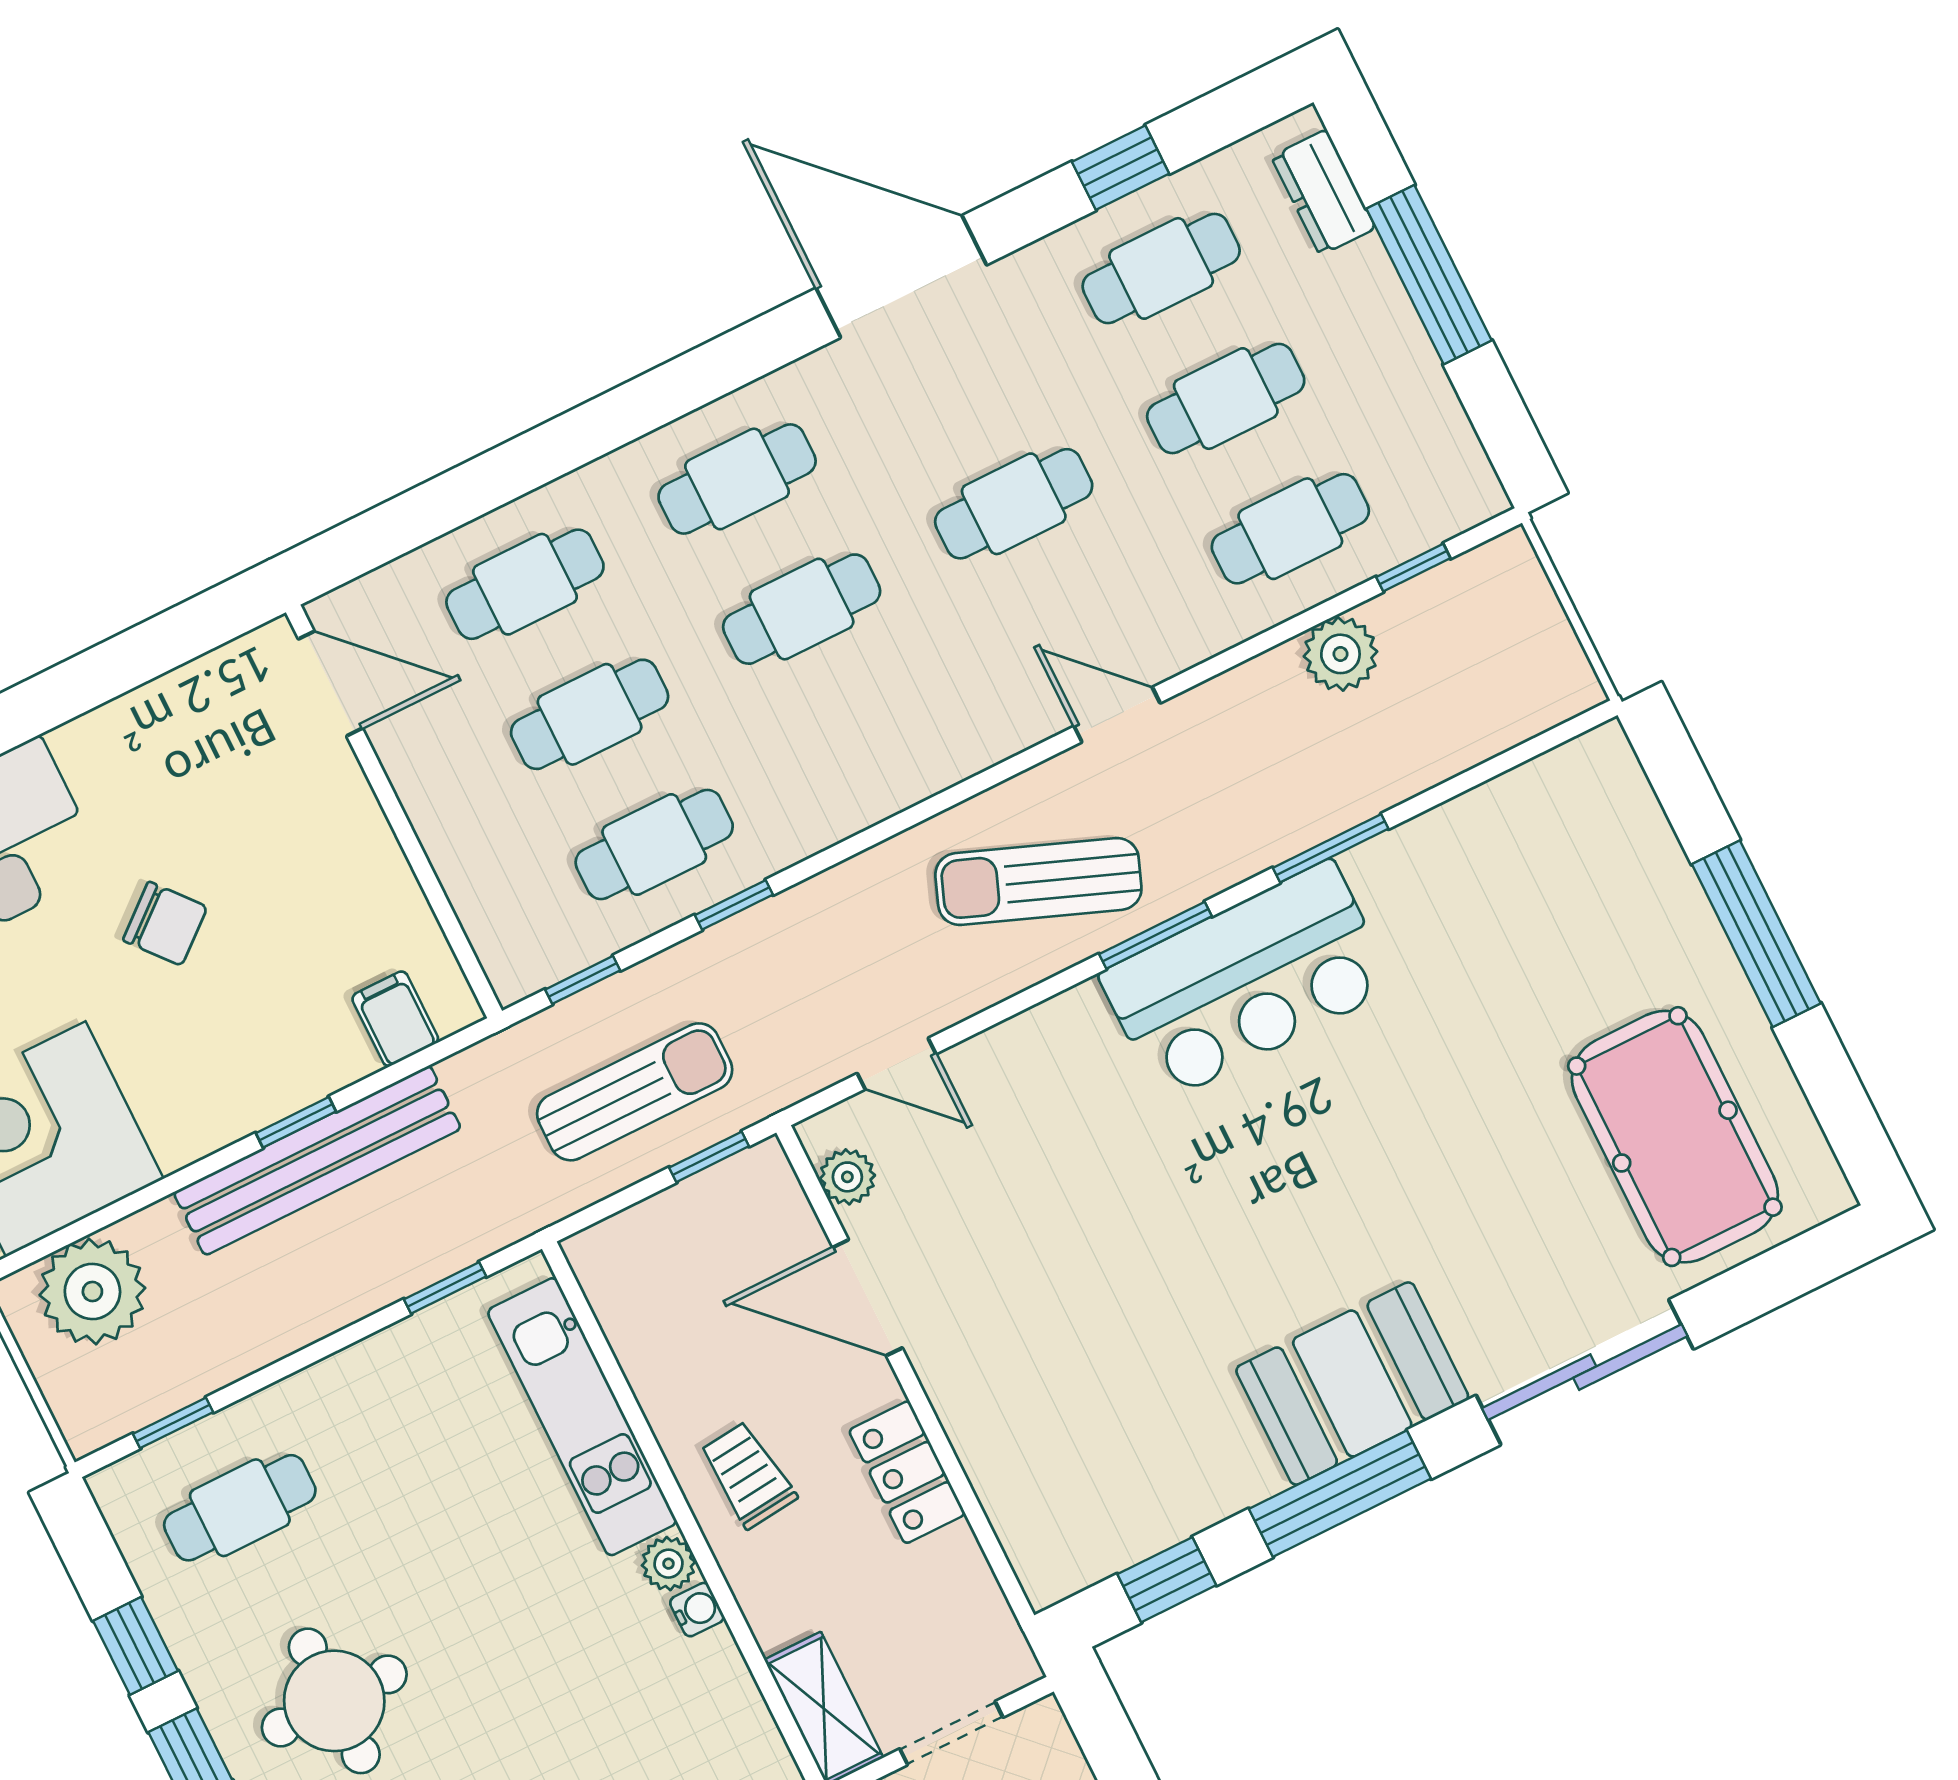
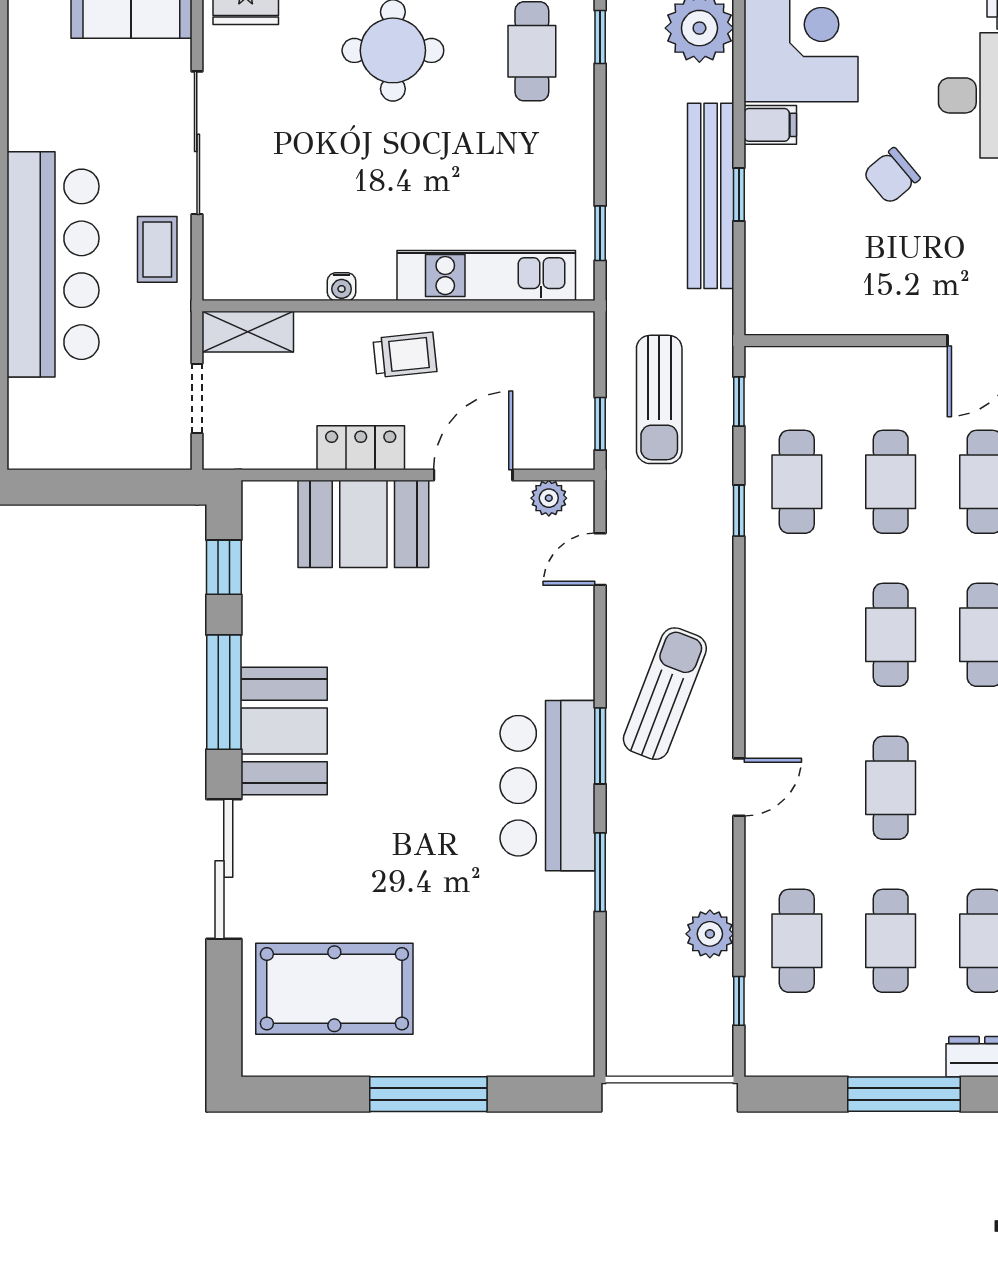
filing cabinet: (395, 1019) -> (770, 125), moved
booth: (1011, 1416) -> (363, 524), added
plant: (668, 1564) -> (376, 283), removed

